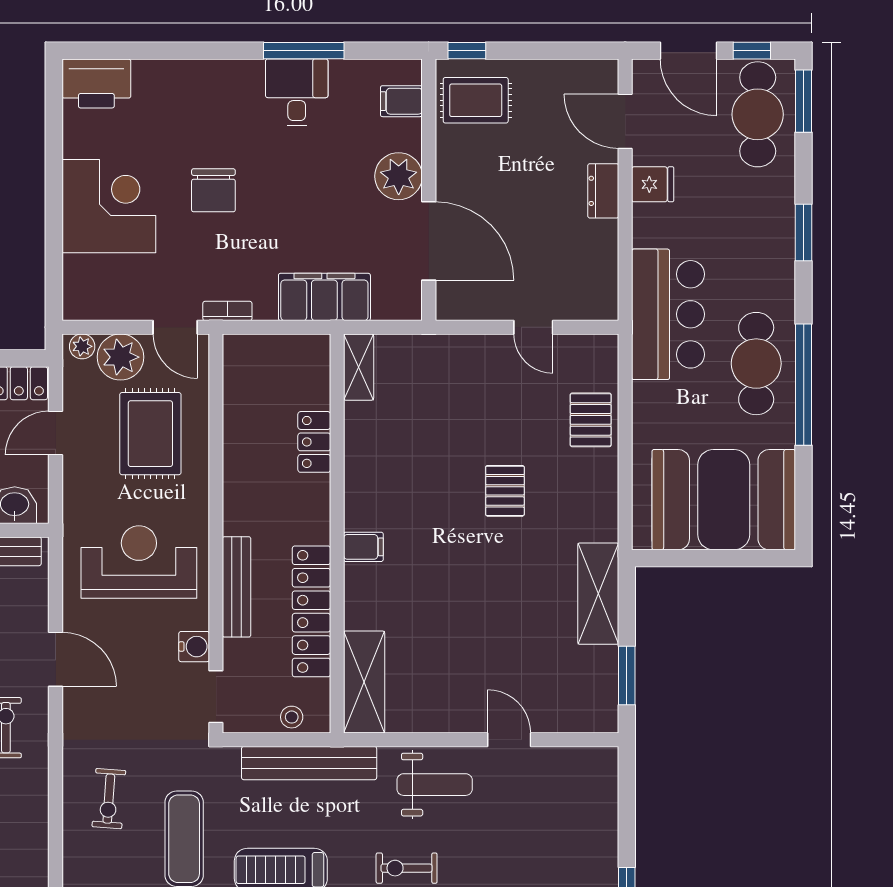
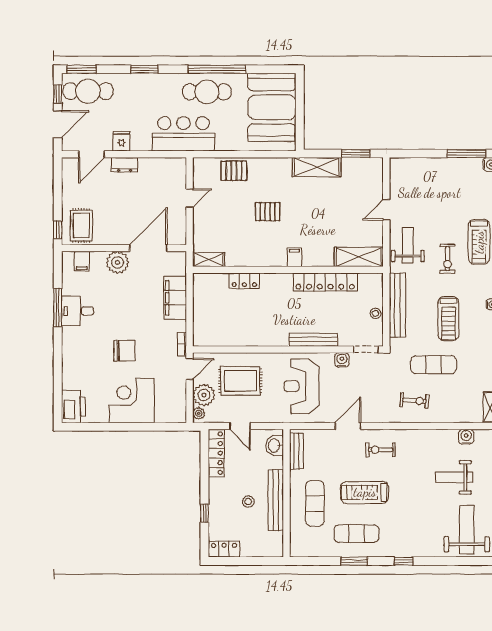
shelving: (359, 367) -> (209, 260), moved
locker: (314, 442) -> (244, 281), moved
wall: (337, 534) -> (288, 270), moved
filing cabinet: (363, 547) -> (294, 257), moved
locker: (311, 611) -> (325, 282), moved
shelving: (364, 682) -> (359, 257), moved

